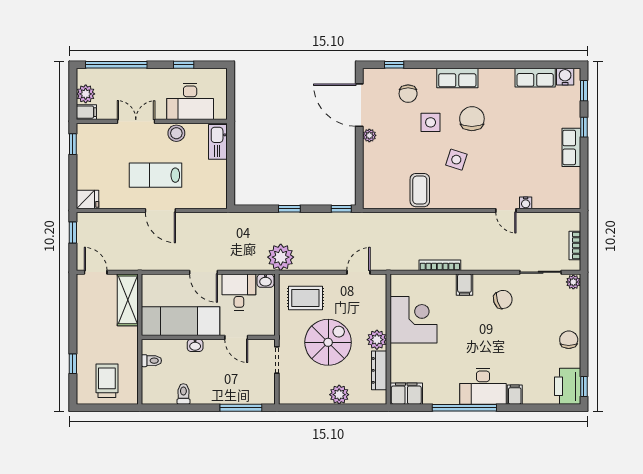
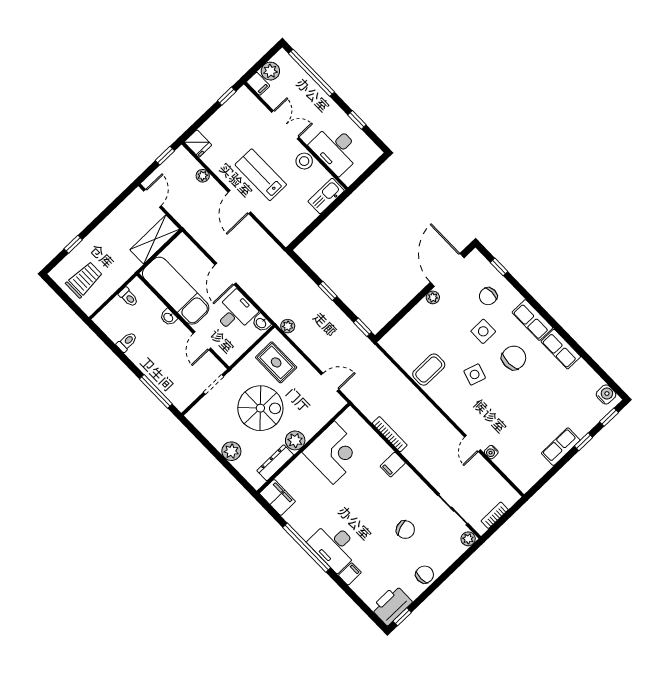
row of seats: (535, 78) -> (561, 349), moved
plant: (115, 219) -> (203, 176), added
plant: (281, 257) -> (288, 326), width x0.53, depth x0.53
chair: (503, 299) -> (405, 530), moved

